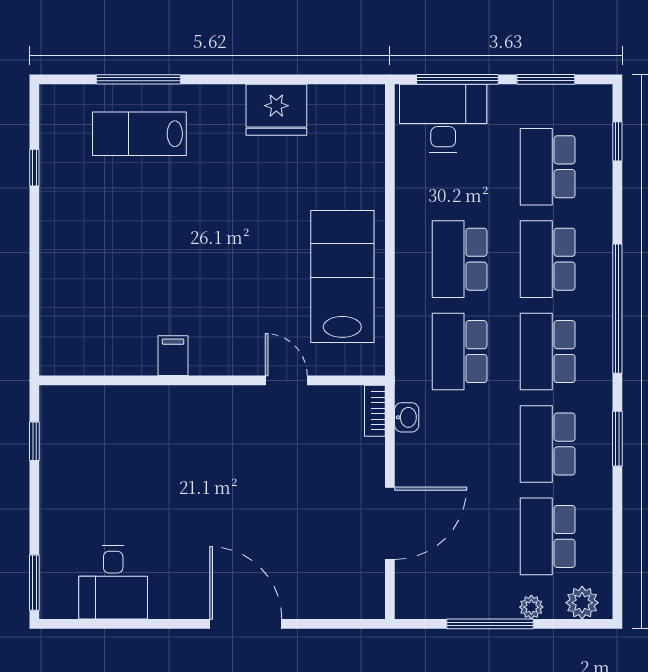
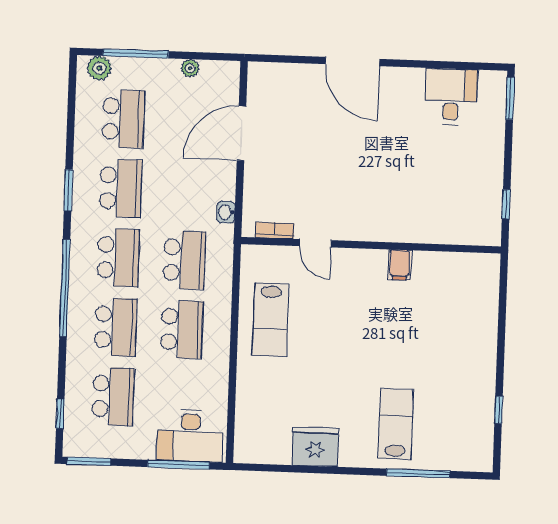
window: (546, 79) -> (89, 461), moved
lab bench: (139, 134) -> (396, 424), moved, turned -90
lab bench: (342, 277) -> (270, 320), width x0.73, depth x0.72
bookcase: (375, 411) -> (275, 230), moved, turned -90
plant: (531, 607) -> (190, 68), moved
window: (490, 624) -> (136, 54), moved

